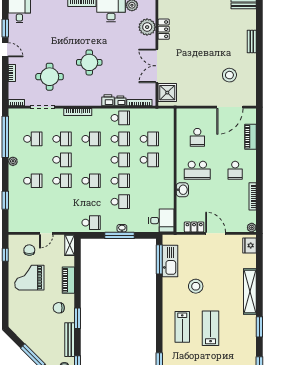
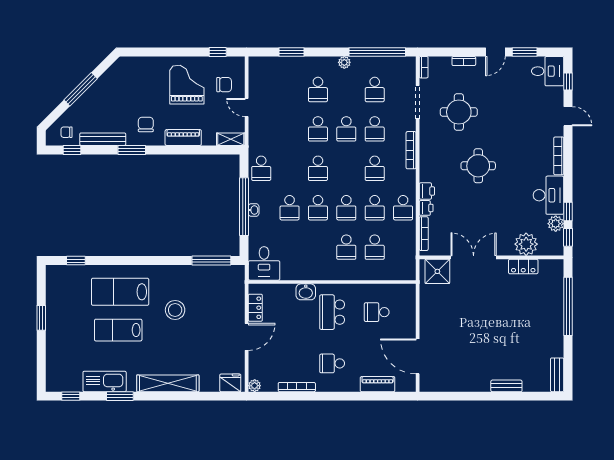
stool: (229, 75) -> (461, 356), removed
window: (119, 235) -> (244, 207), width x1.46
kitchen sink: (170, 261) -> (105, 381), moved, turned 180
lab bench: (182, 327) -> (120, 292), width x1.36, depth x1.39
lab bench: (211, 328) -> (118, 330), turned 180

